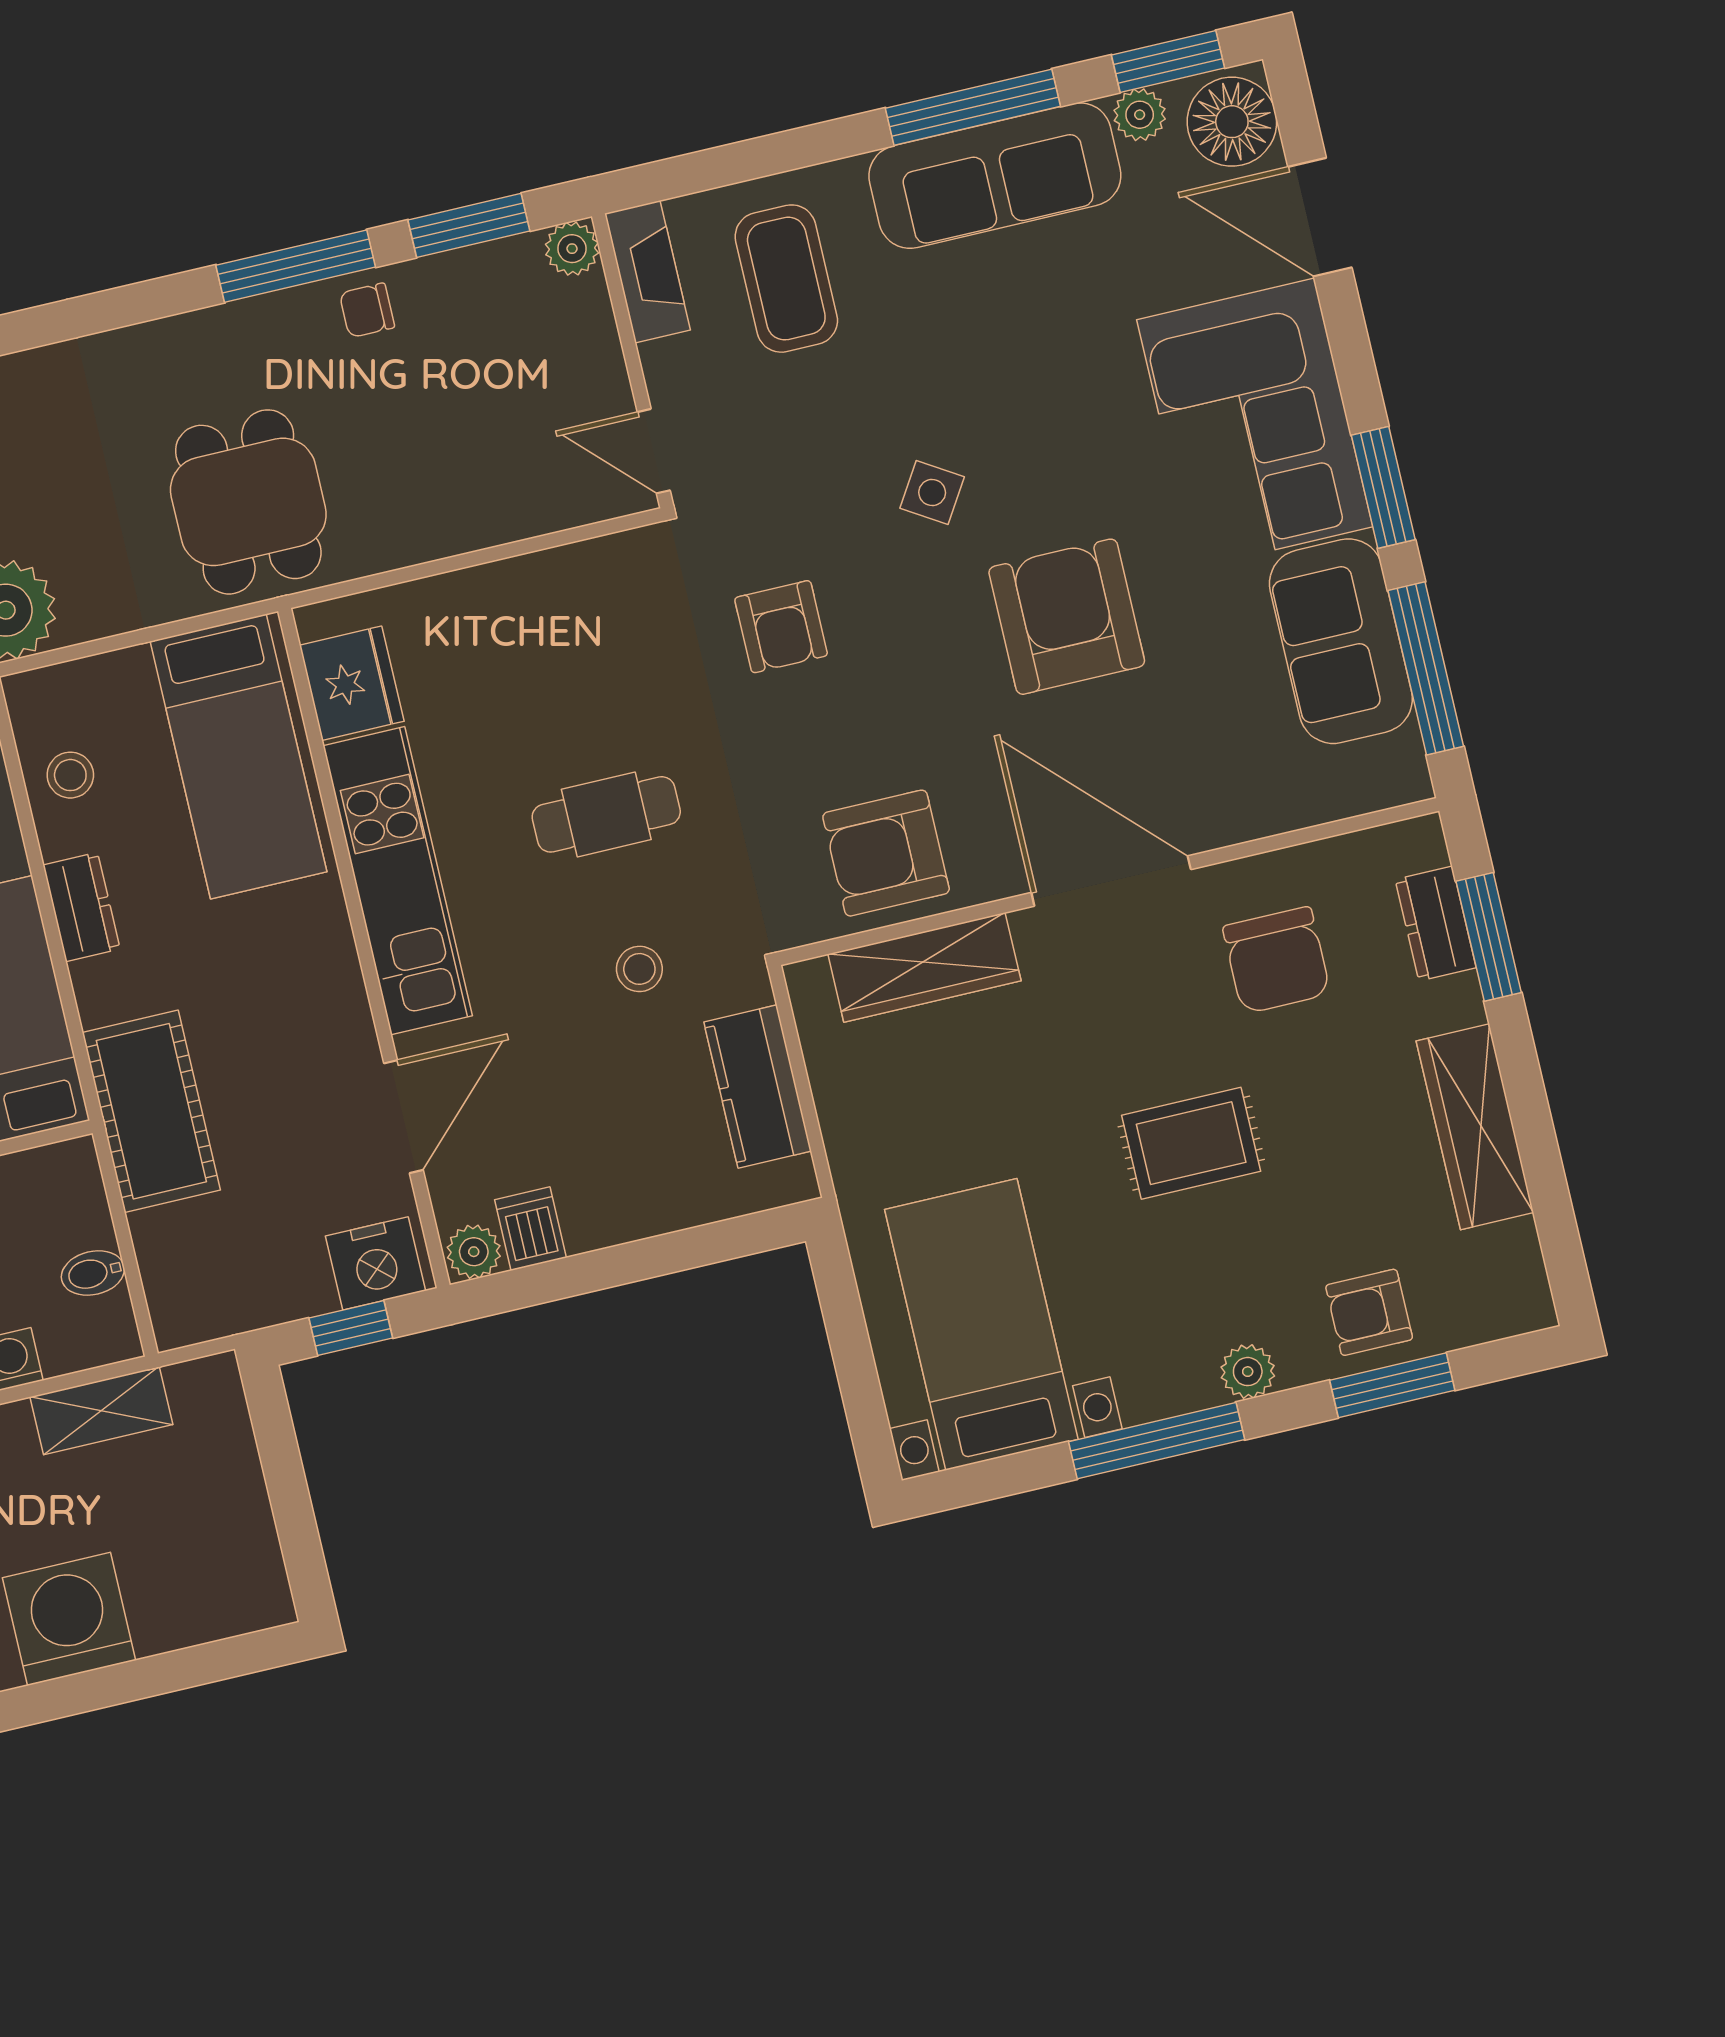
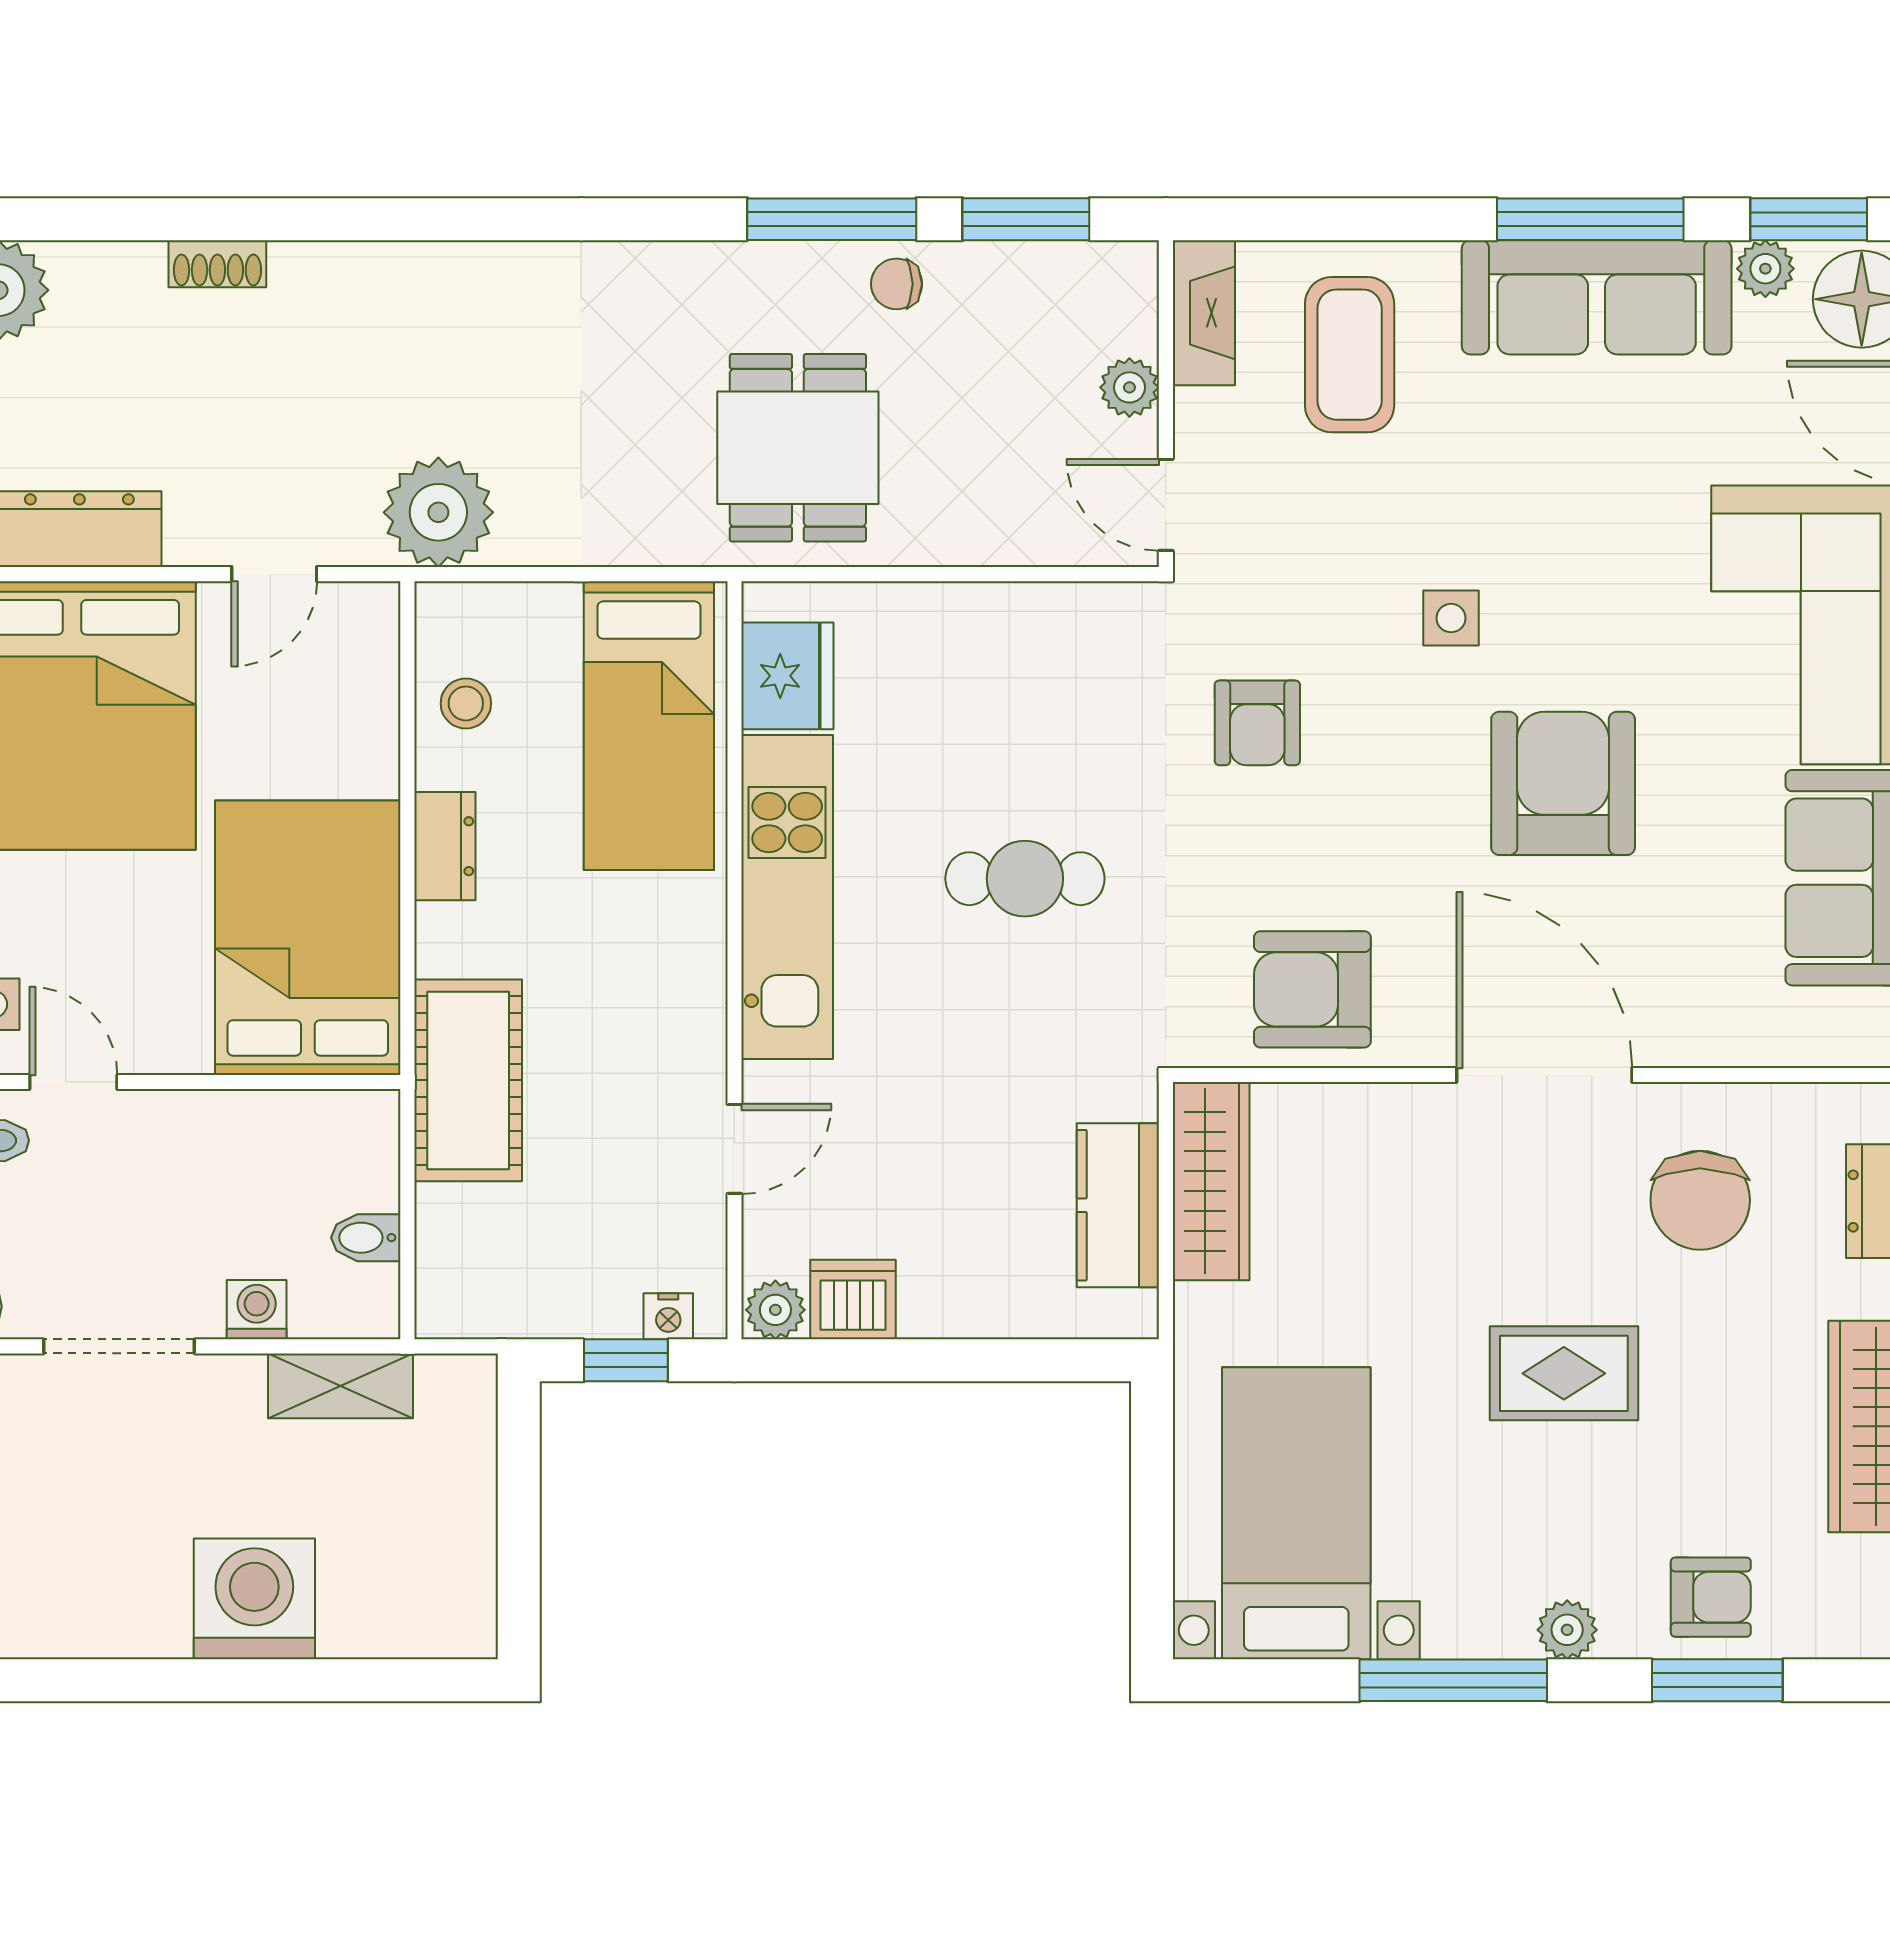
plant: (572, 249) -> (1129, 387), moved
side table: (932, 493) -> (1451, 618), turned -32
dining table: (248, 502) -> (798, 448), moved
wardrobe: (924, 967) -> (1211, 1181), moved, turned -90
stool: (639, 969) -> (1022, 1051), removed
door: (403, 1117) -> (734, 1149), width x0.73
dishwasher: (531, 1229) -> (853, 1300), width x1.38
nightstand: (376, 1263) -> (668, 1316), width x0.53, depth x0.56
armchair: (1369, 1312) -> (1711, 1597), turned 180

